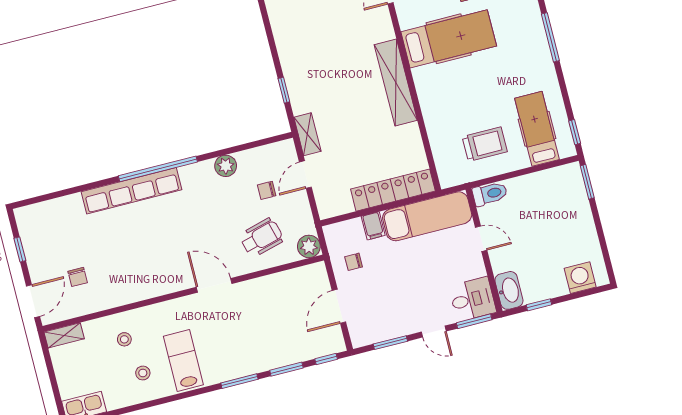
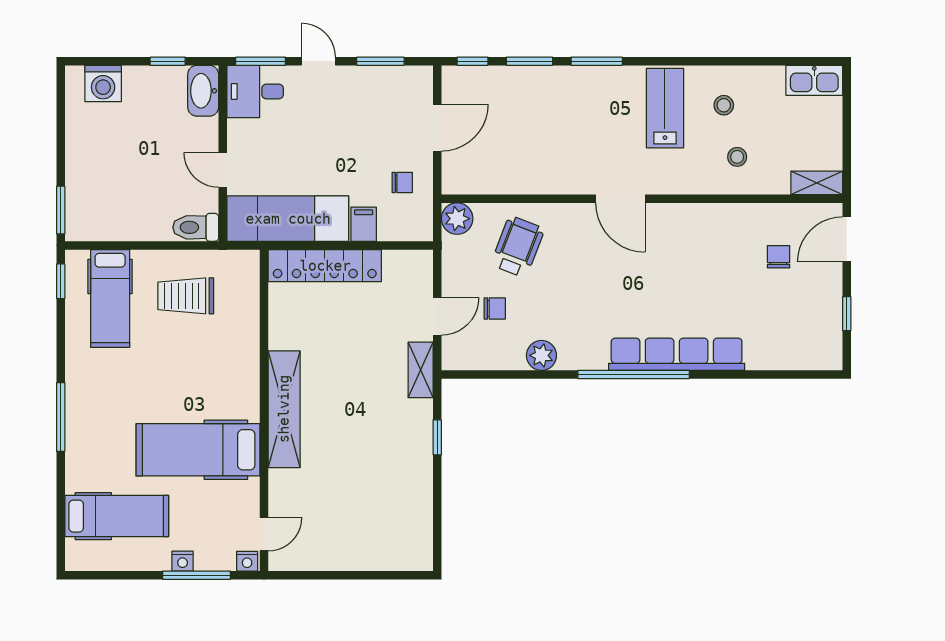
wheelchair: (262, 238) -> (518, 247), turned 126
door: (214, 285) -> (620, 199), moved
lab bench: (183, 360) -> (665, 108), turned 180

